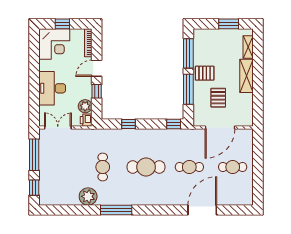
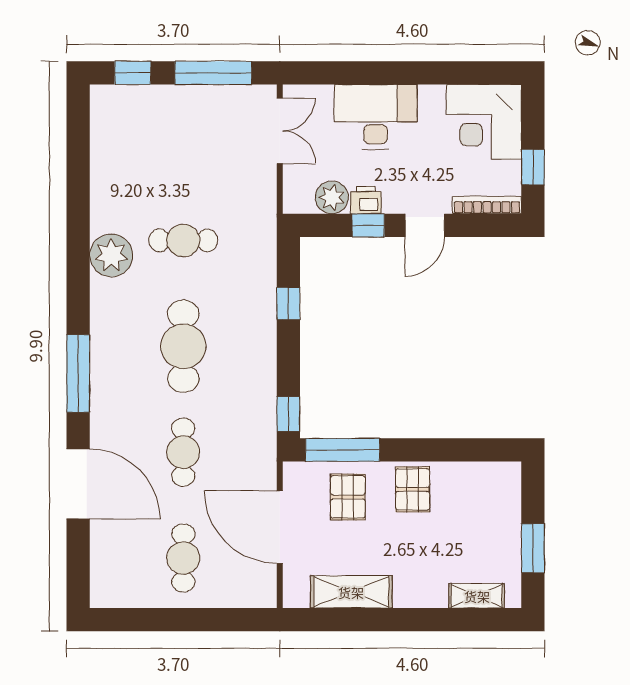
window: (62, 24) -> (533, 167), moved
window: (188, 53) -> (461, 450), removed
door: (97, 68) -> (425, 225), swing flipped
shelving: (247, 76) -> (351, 592), moved
window: (188, 89) -> (343, 450), moved
pallet: (218, 98) -> (348, 497), moved, turned 90
printer: (86, 120) -> (366, 200), moved
plant: (88, 196) -> (111, 255), moved
window: (116, 210) -> (78, 373), moved

